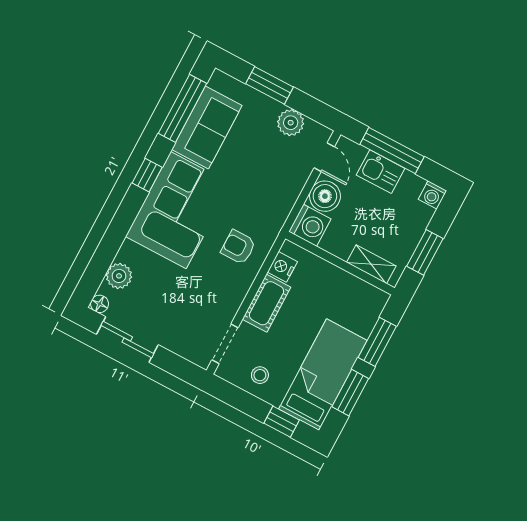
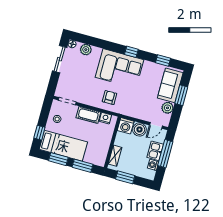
window: (183, 108) -> (163, 61), width x0.46
sofa: (207, 128) -> (170, 85), moved, turned 90
washing machine: (433, 195) -> (153, 165), moved

